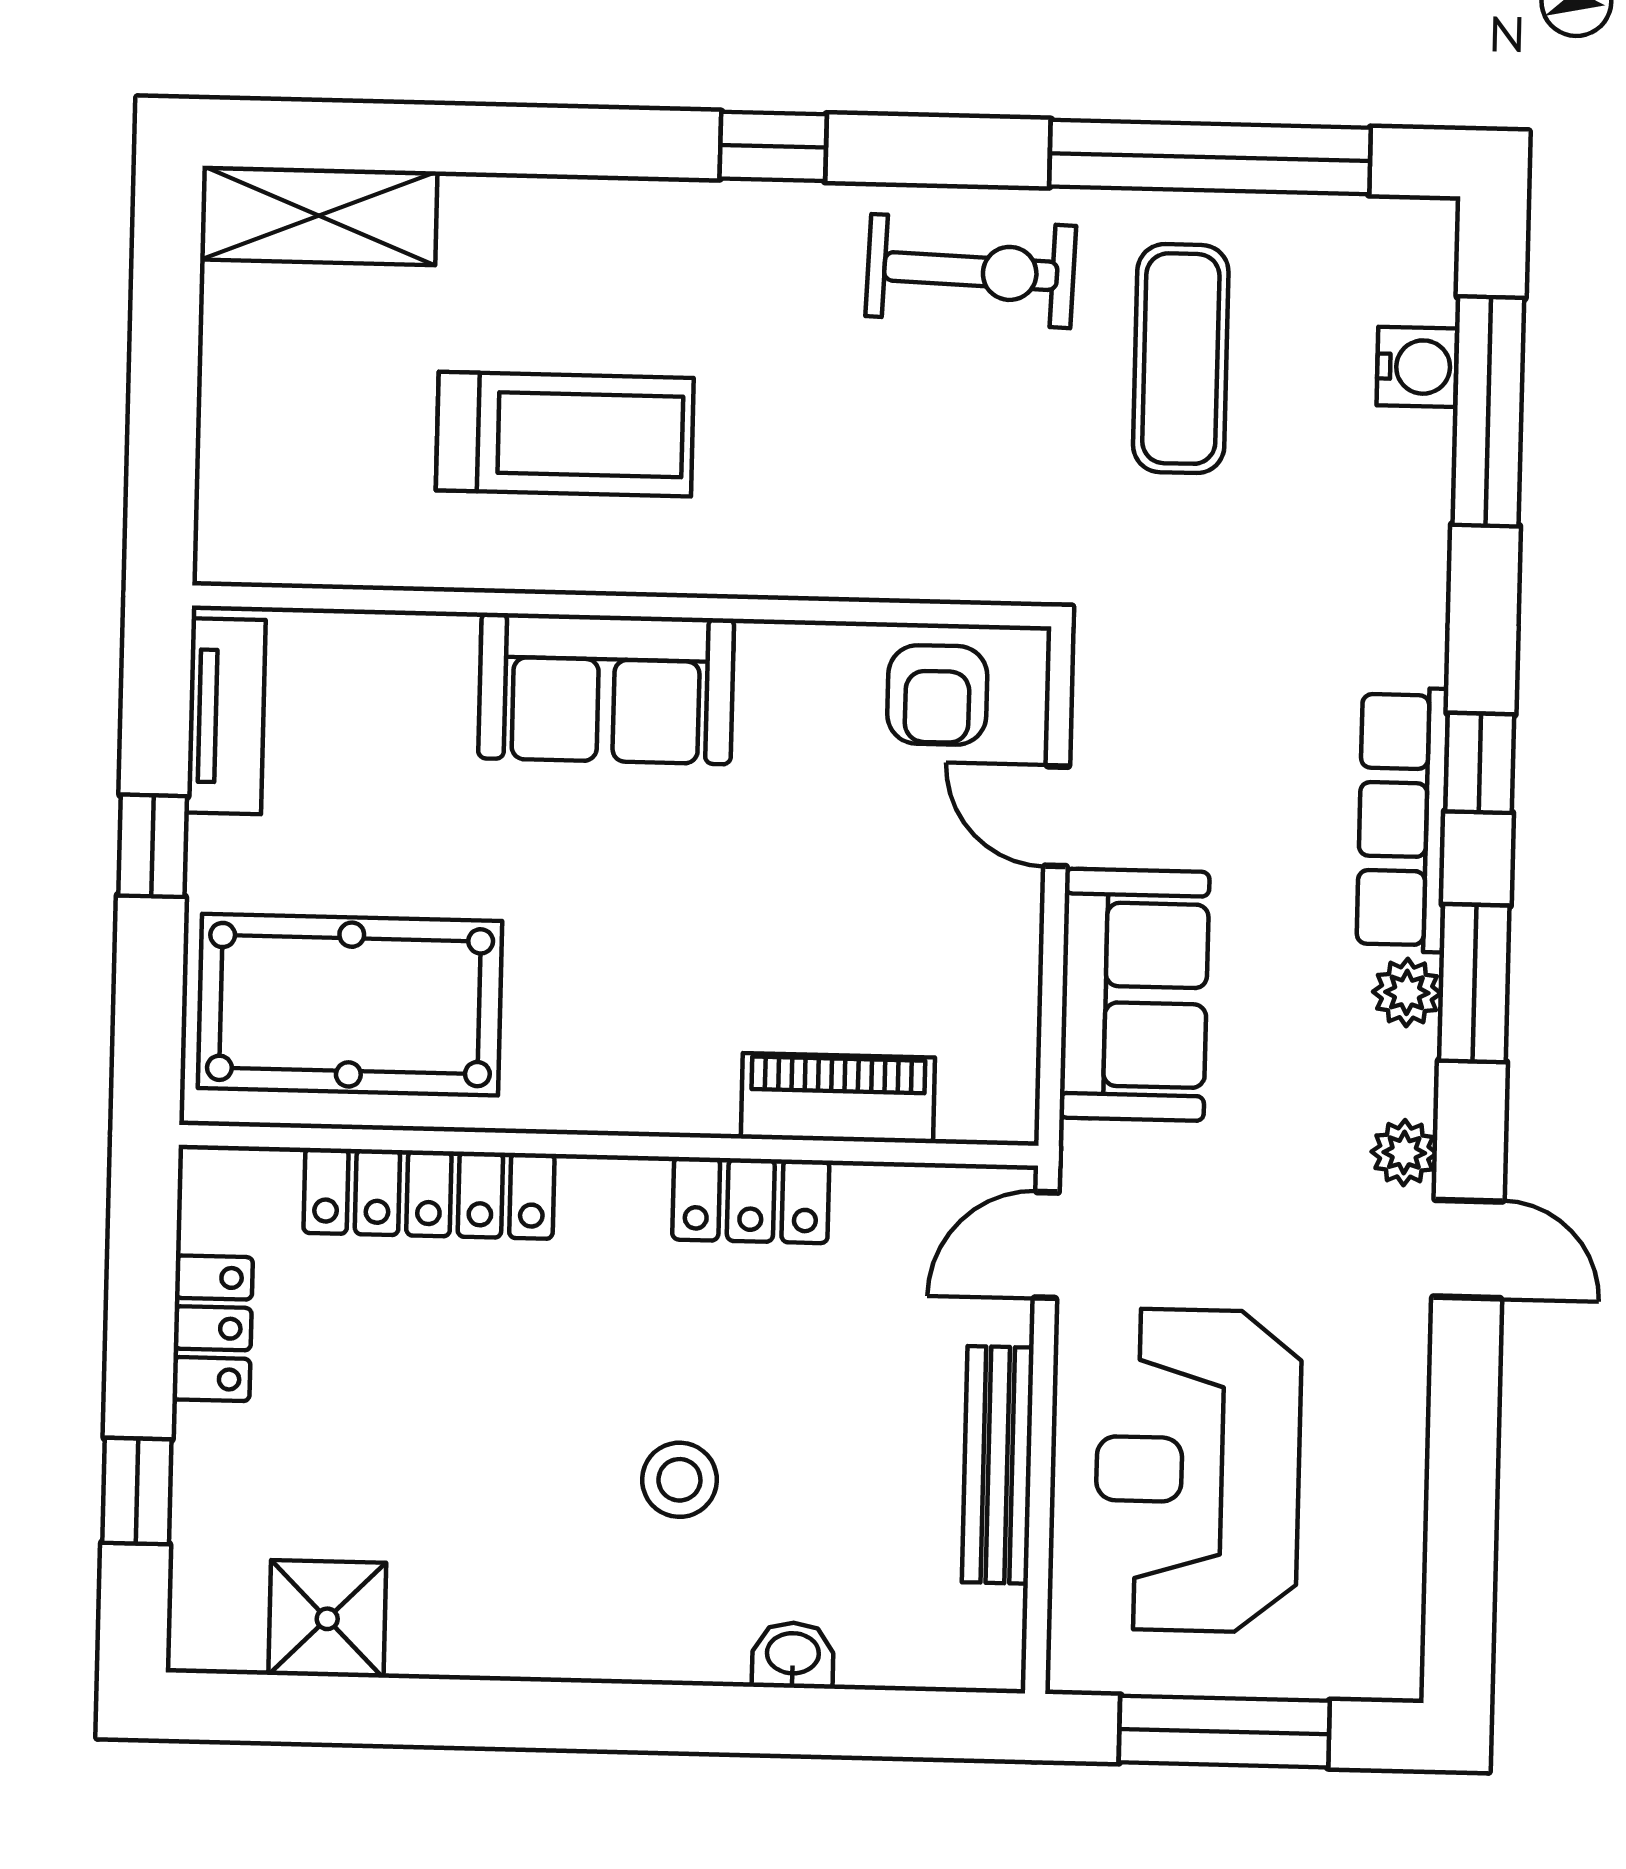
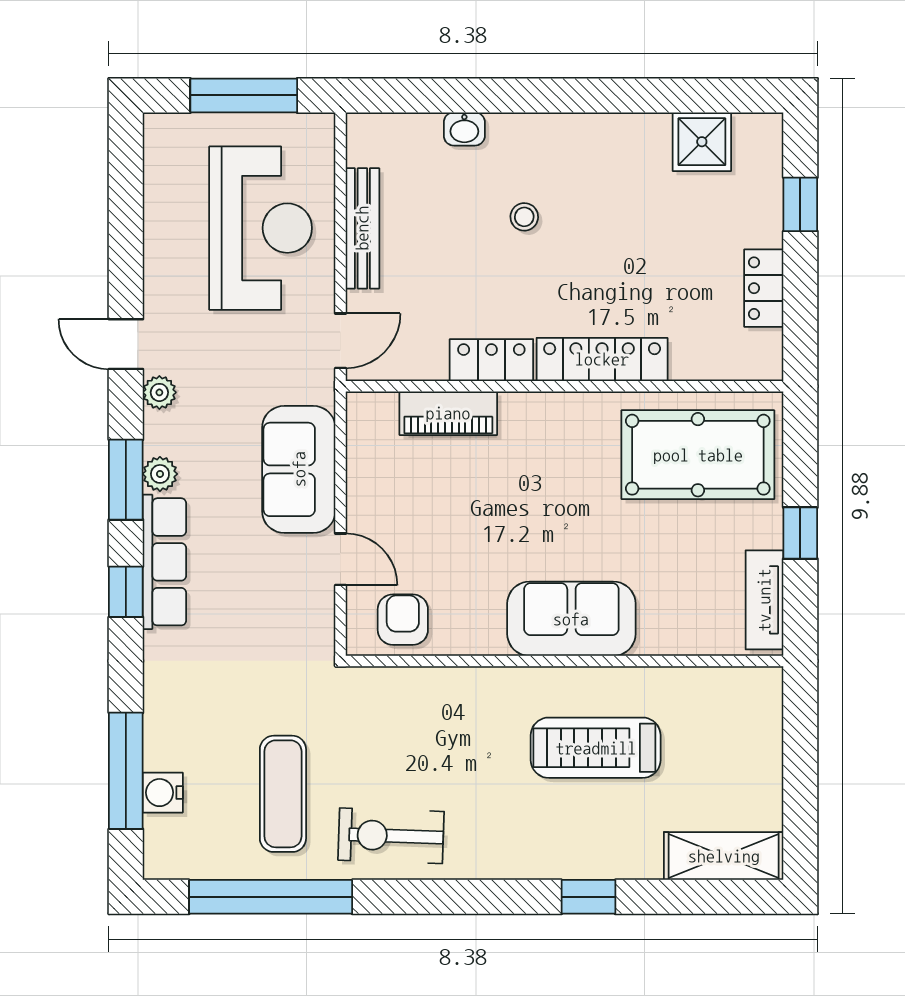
window: (773, 146) -> (588, 897), moved
locker: (429, 1193) -> (602, 359), moved
stool: (679, 1480) -> (524, 217), width x0.73, depth x0.73

